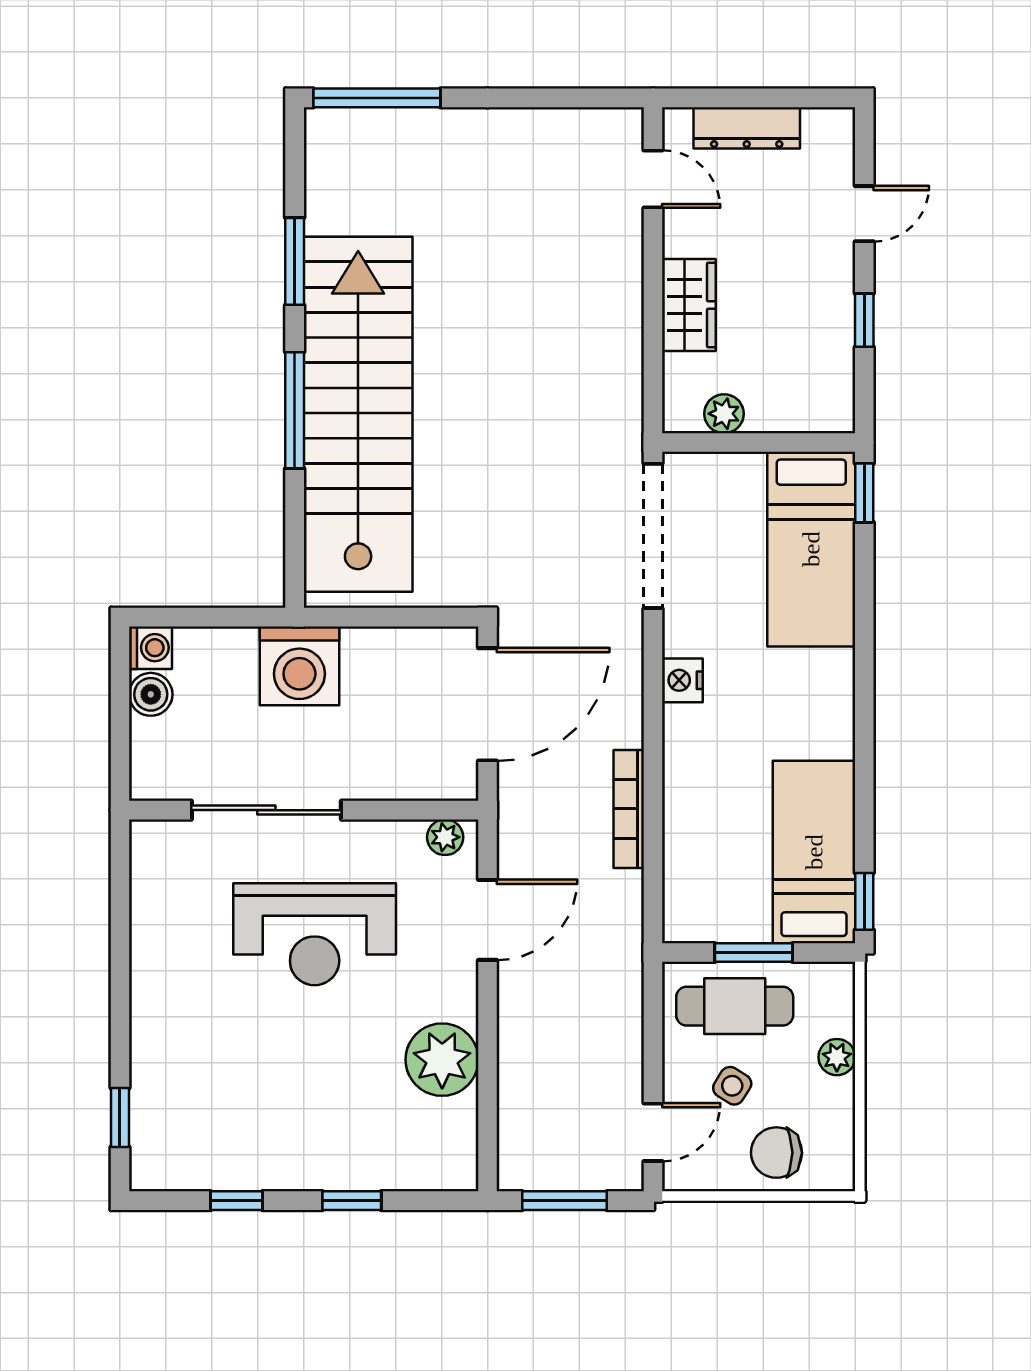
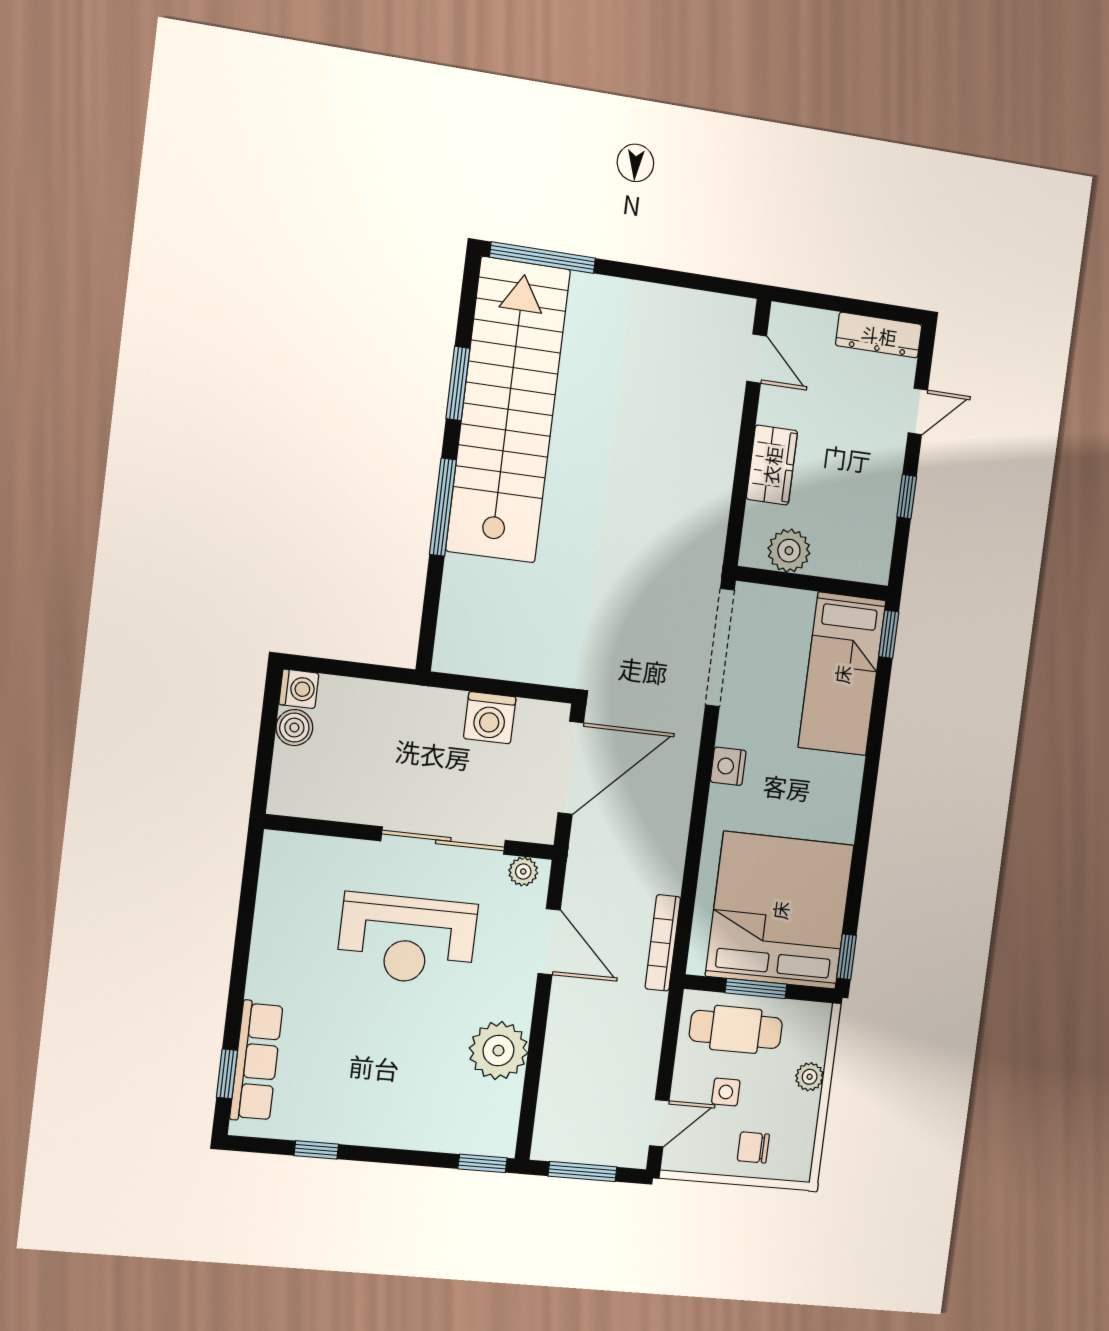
dresser: (747, 128) -> (879, 335), moved
stairs: (358, 414) -> (508, 410), moved
plant: (724, 414) -> (789, 551), width x1.38, depth x1.38
washing machine: (299, 666) -> (490, 718), moved, width x0.73, depth x0.73
bookcase: (629, 809) -> (663, 943), moved
sliding door: (266, 810) -> (443, 841), moved
bed: (814, 852) -> (780, 910), width x2.04
door: (488, 920) -> (549, 942), hinge flipped
side table: (732, 1086) -> (726, 1092), turned -32
row of seats: (153, 1099) -> (256, 1061), added
chair: (776, 1153) -> (753, 1147), width x0.73, depth x0.73
window: (352, 1201) -> (482, 1163), moved

